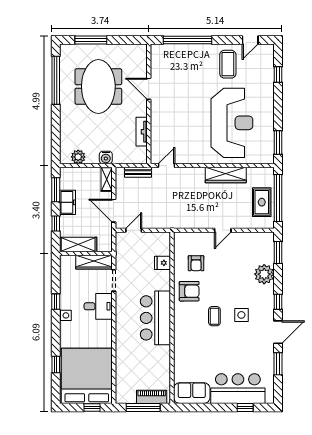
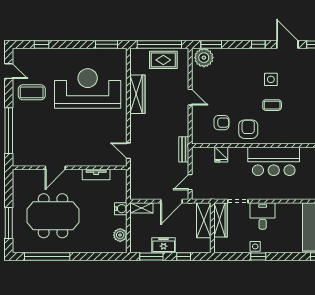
bench: (138, 172) -> (184, 149), moved
door: (134, 230) -> (190, 182), hinge flipped
shelving: (78, 245) -> (204, 220), moved
plant: (264, 274) -> (204, 58), moved
side table: (66, 315) -> (255, 246), moved

